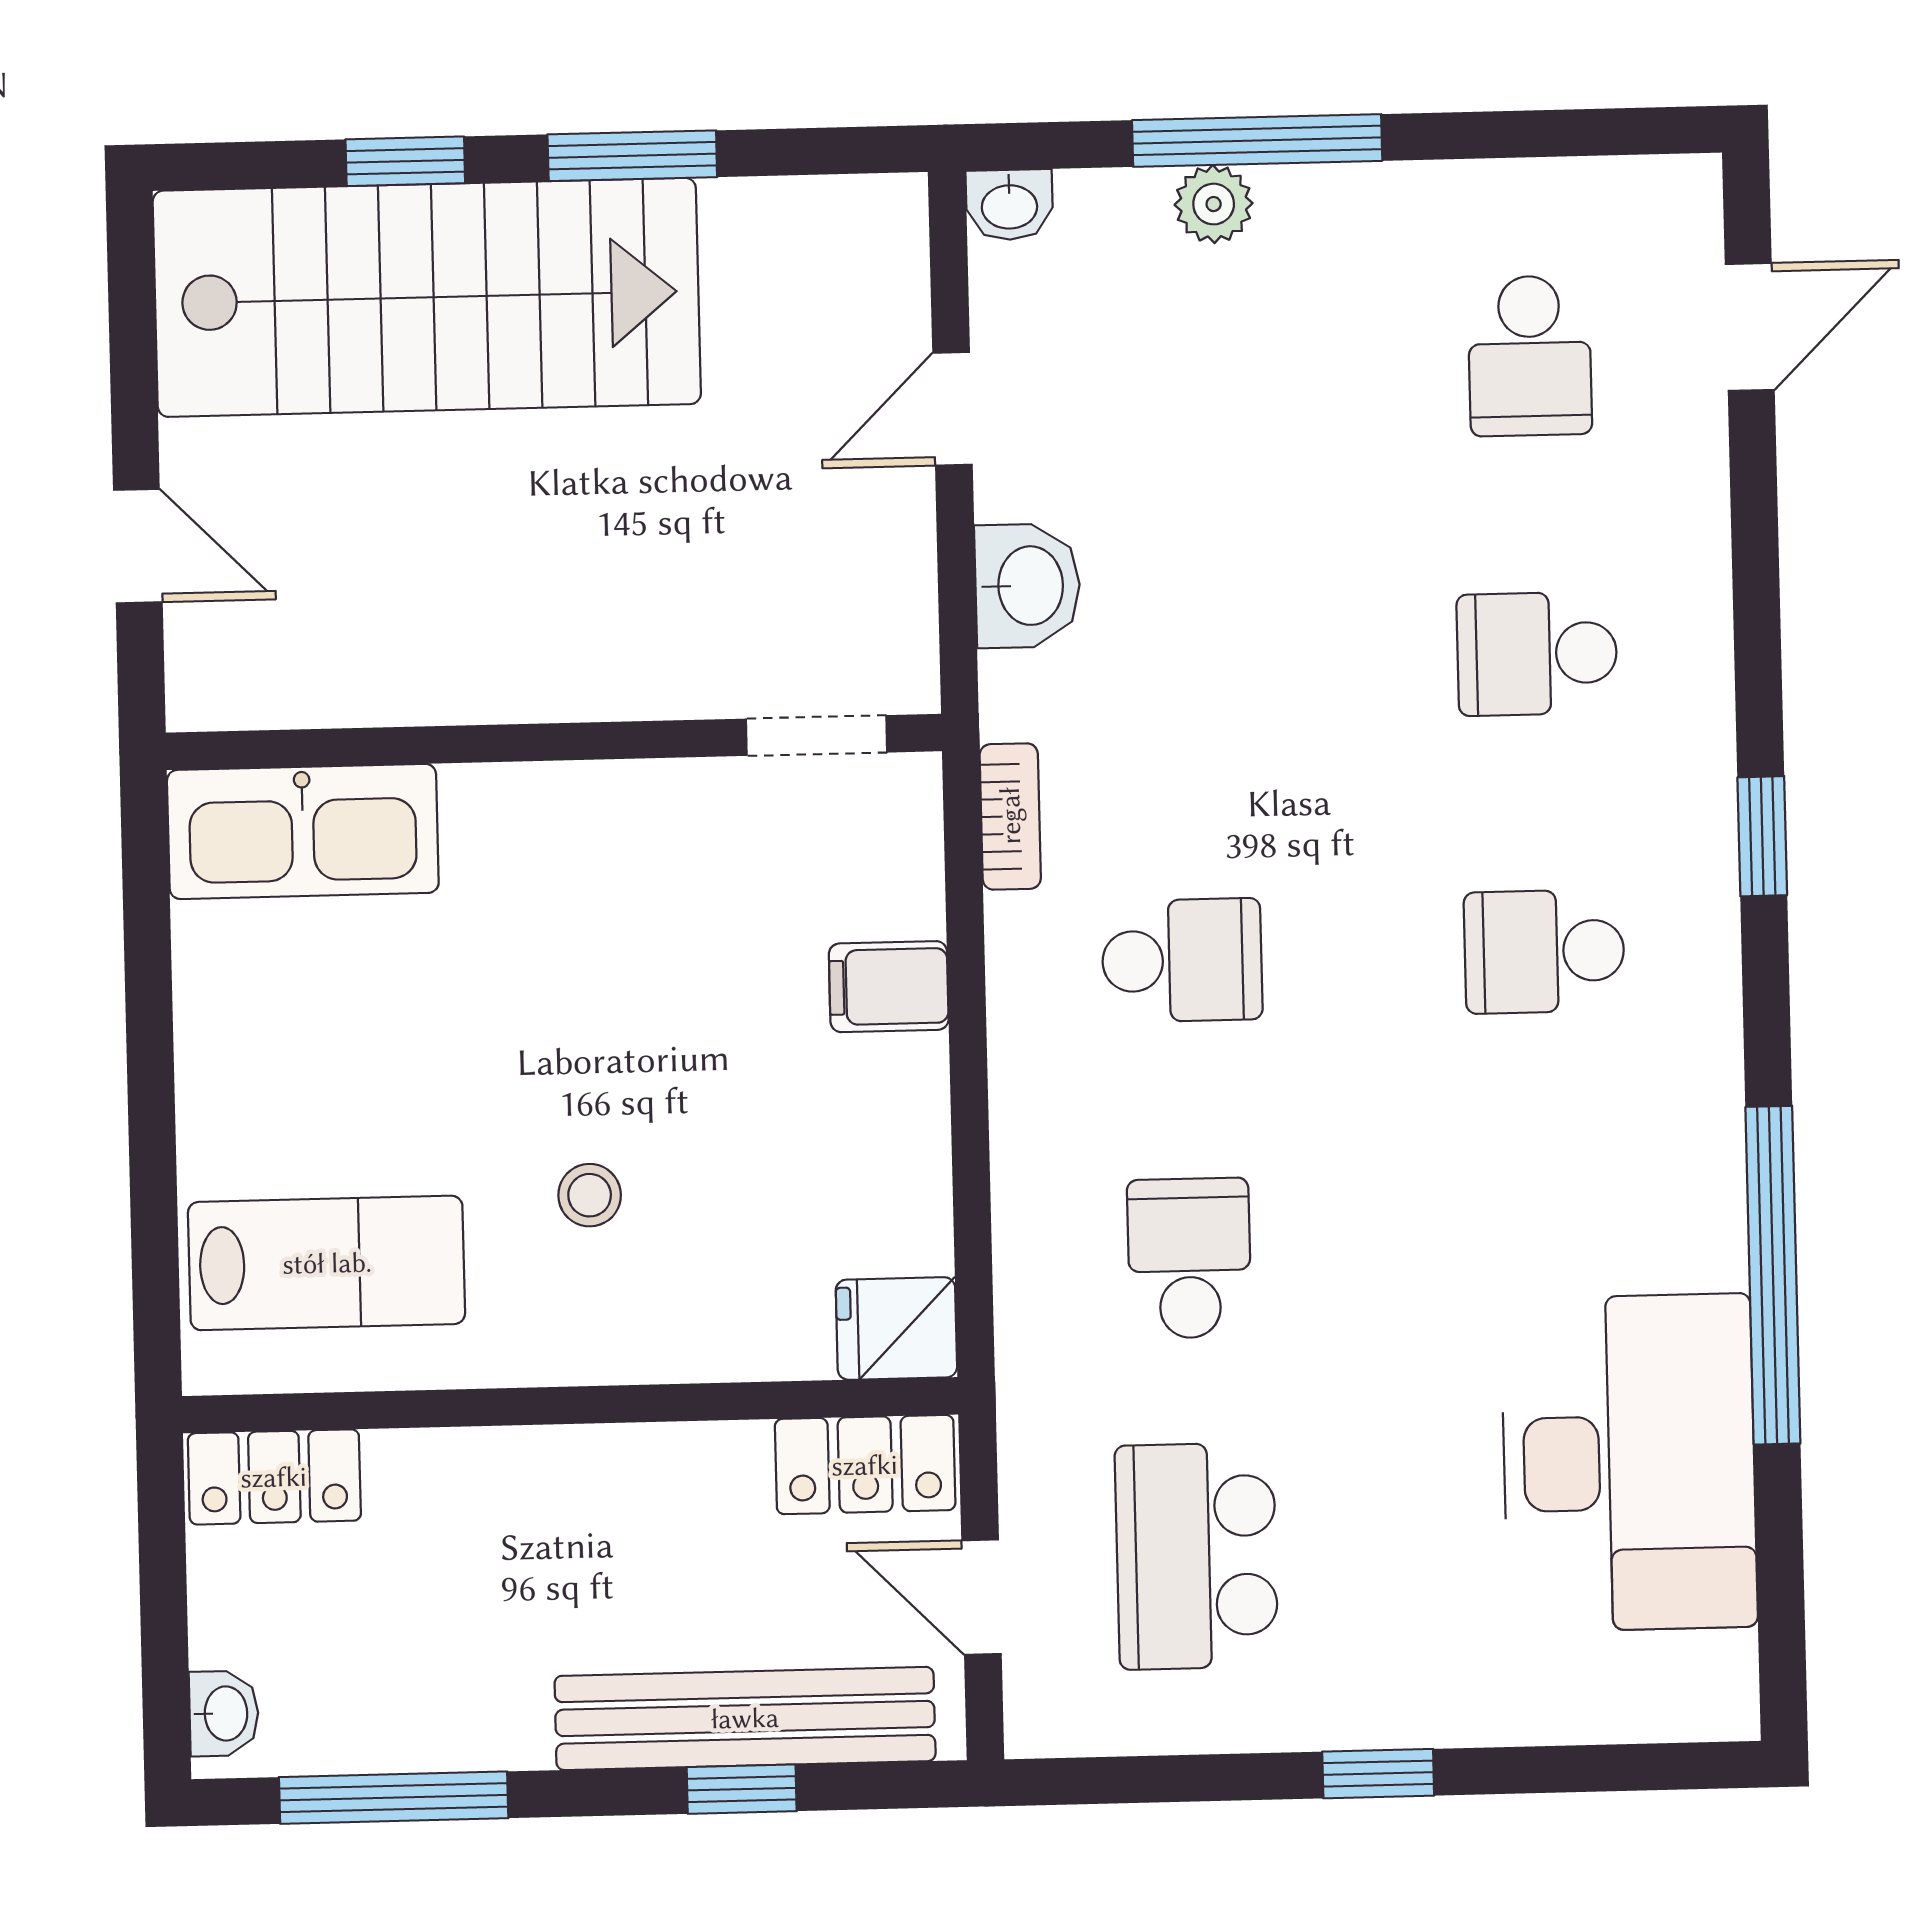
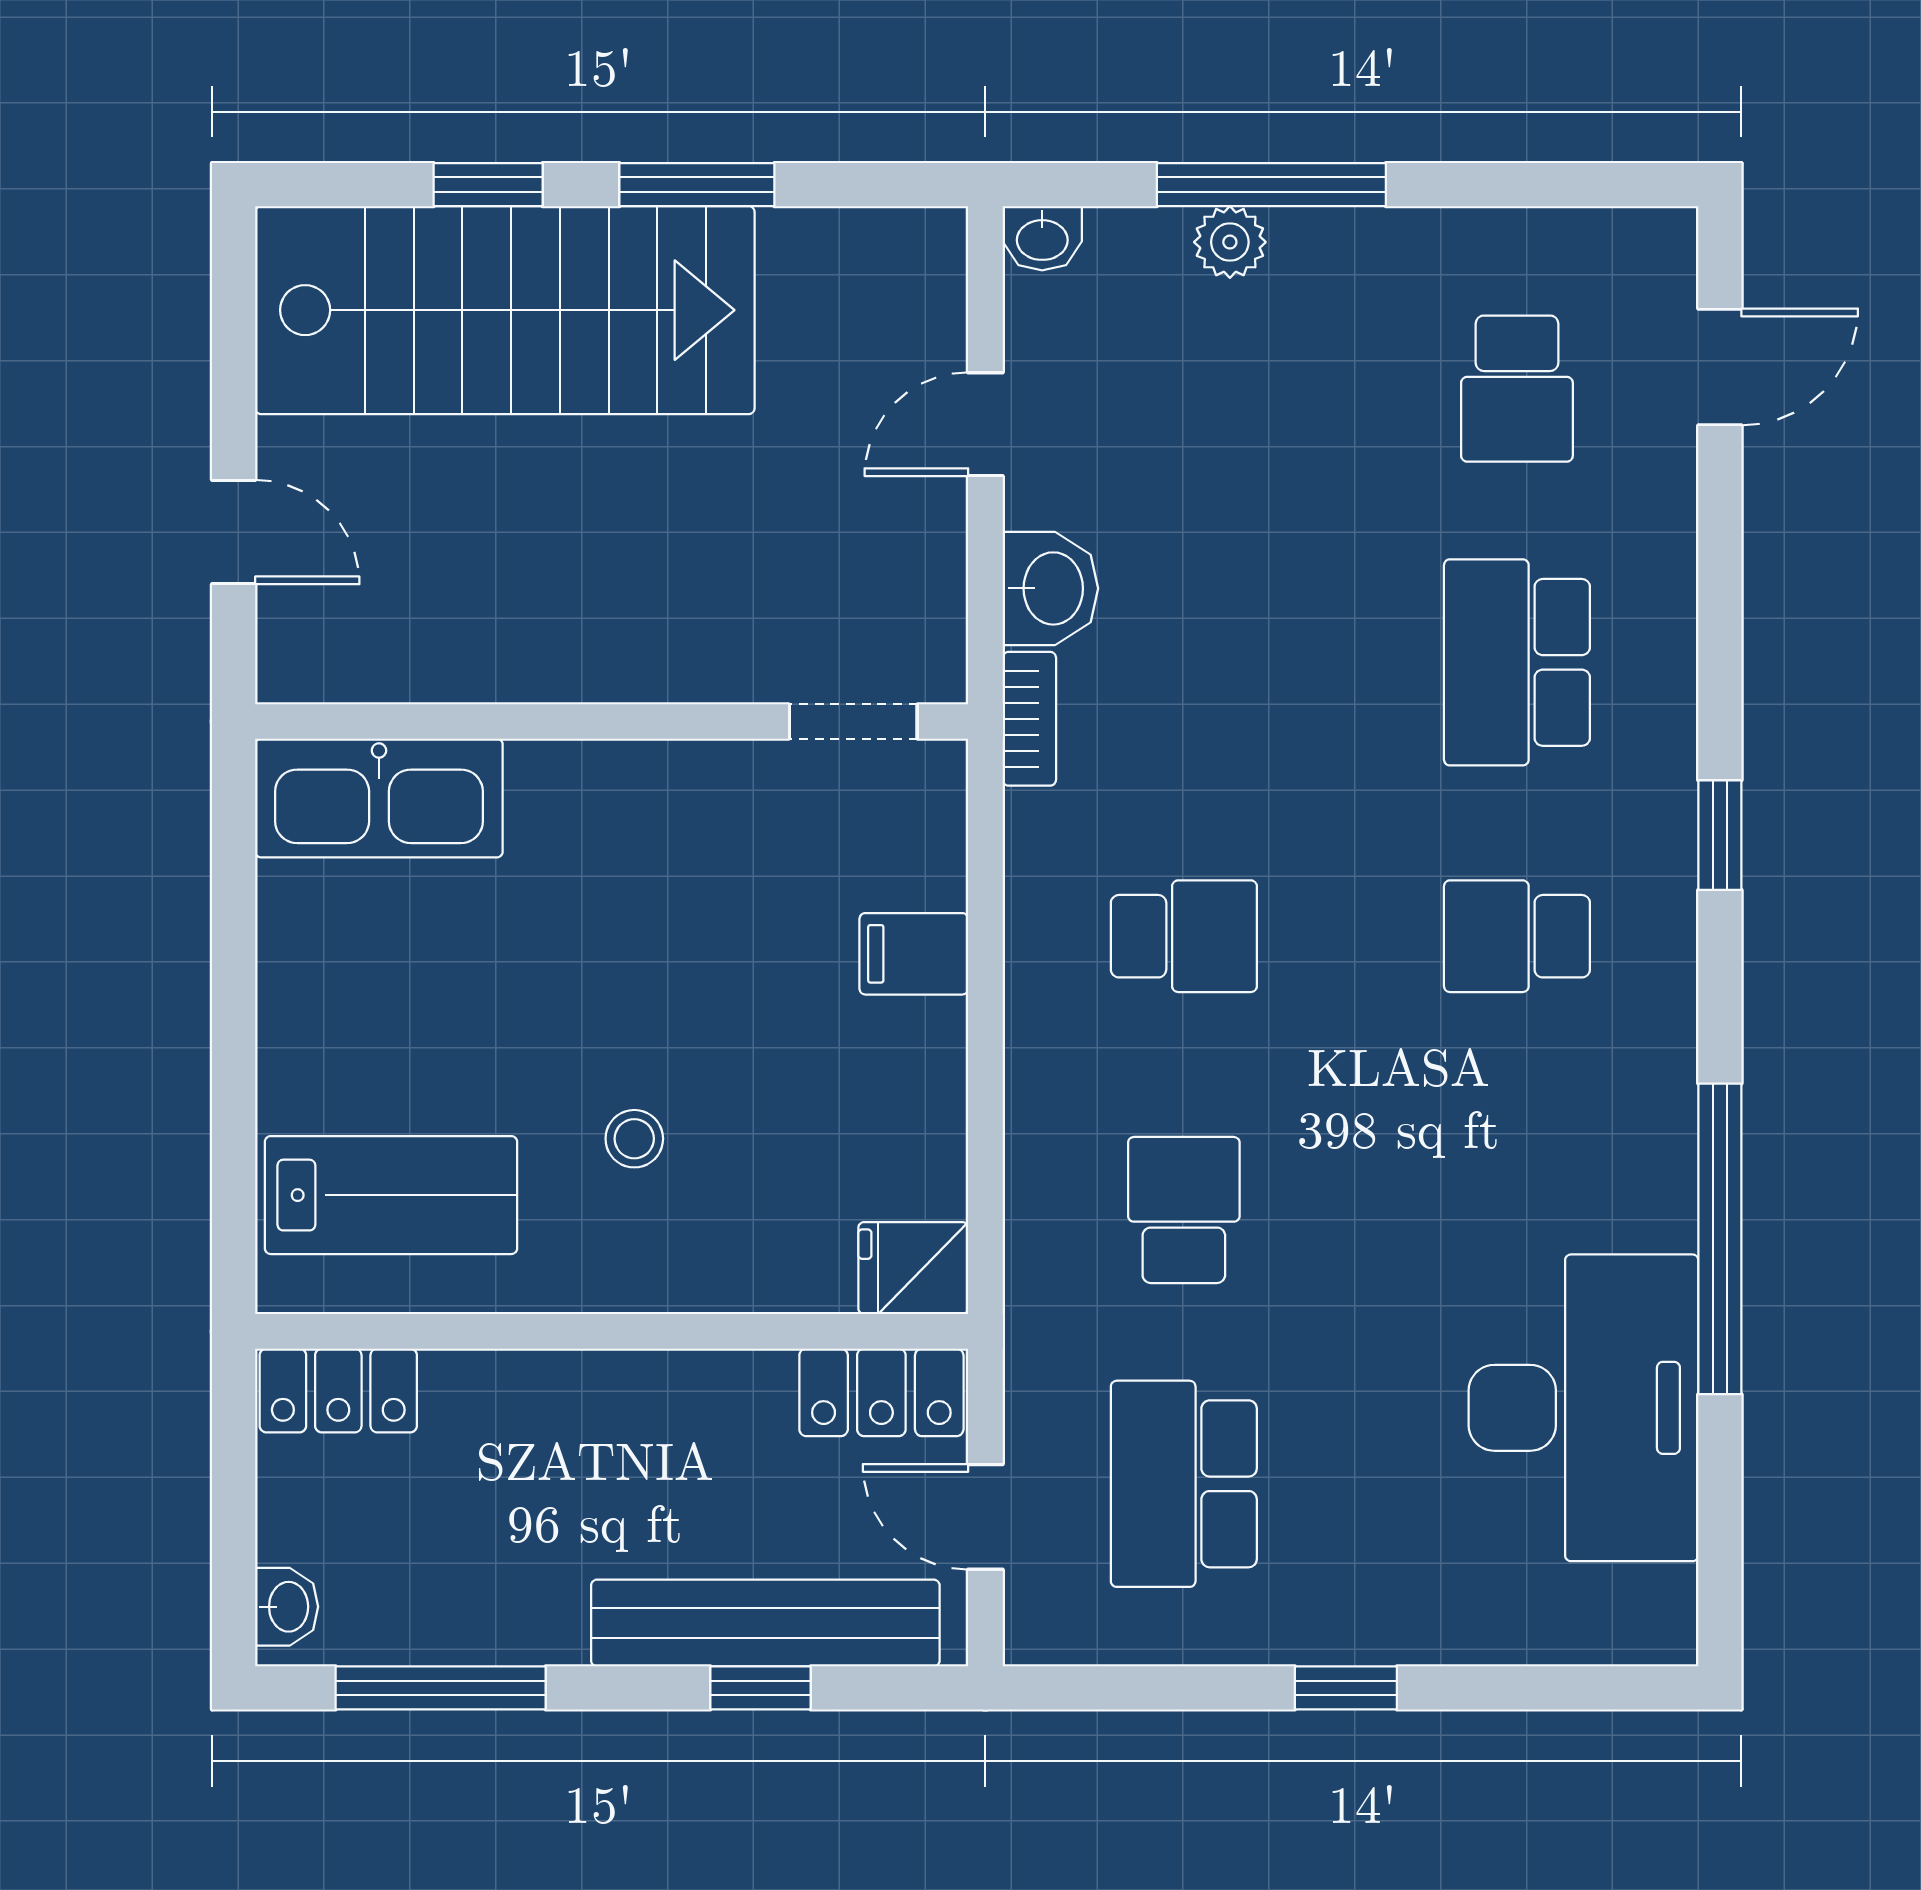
school desk: (1537, 654) -> (1517, 662), width x1.85
bookcase: (1010, 816) -> (1029, 719), moved

